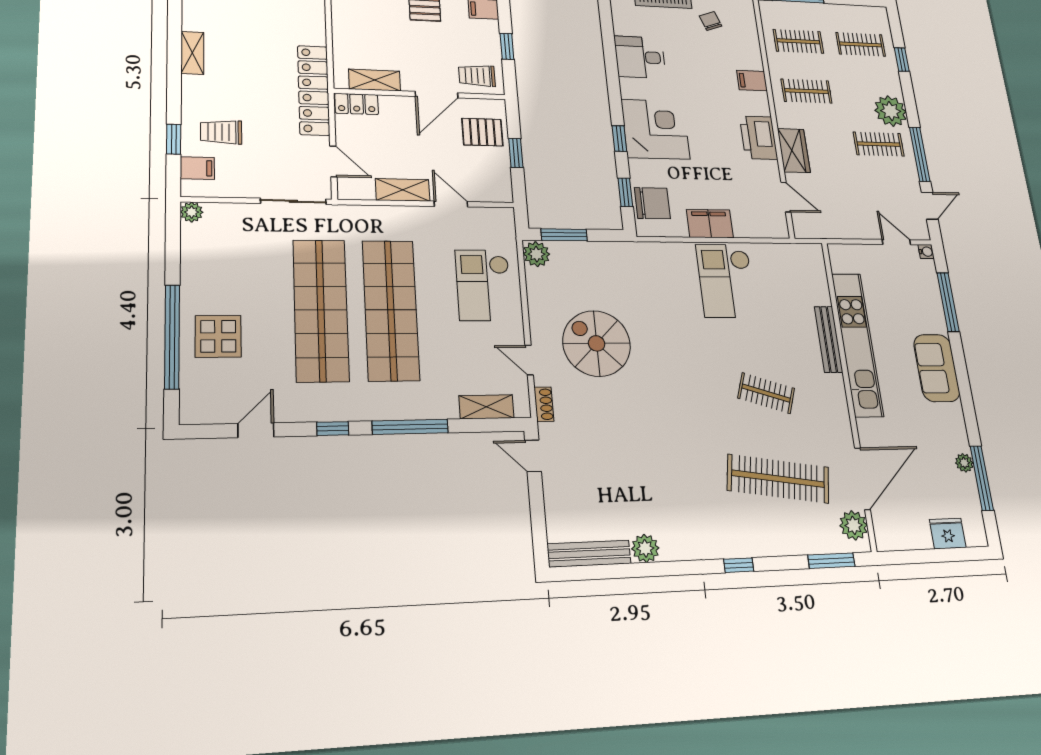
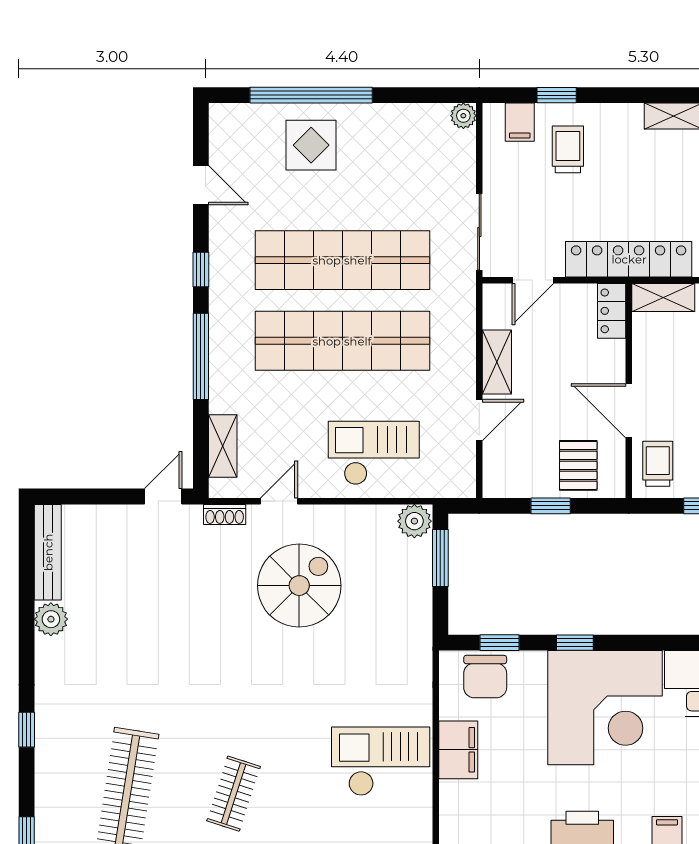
shelving: (375, 80) -> (663, 297), moved, turned 90
corner desk: (655, 129) -> (605, 708), width x1.36, depth x1.36

